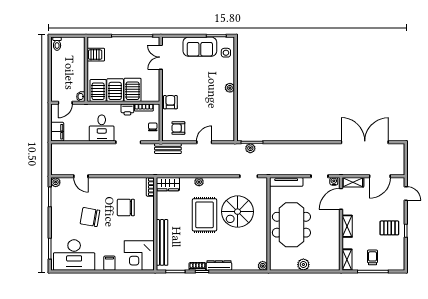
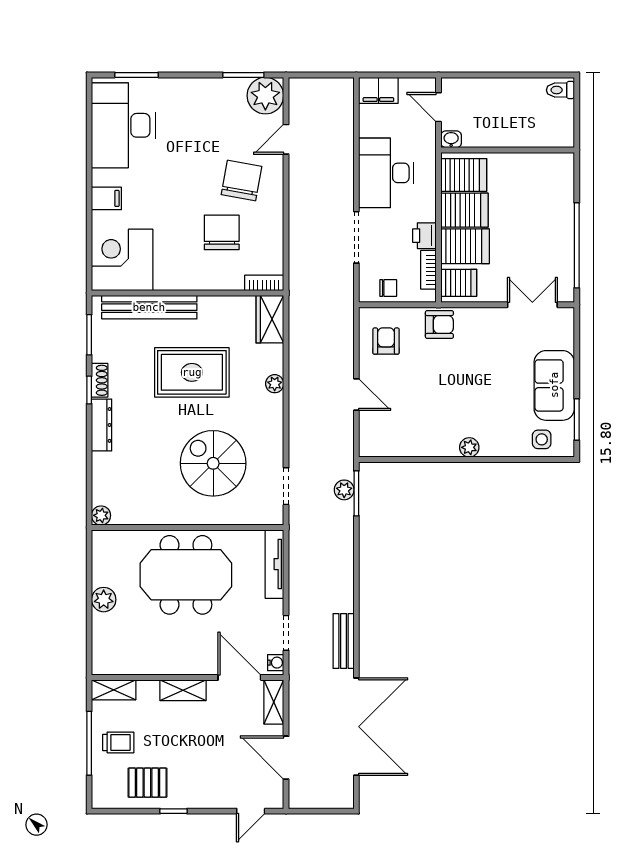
server rack: (96, 55) -> (459, 283), moved, turned -90
desk: (102, 128) -> (386, 173), width x1.37
bench: (168, 149) -> (344, 641), moved
plant: (56, 182) -> (265, 96), width x1.87, depth x1.87
rug: (204, 215) -> (192, 372), moved
chair: (90, 217) -> (242, 180), moved
pallet: (389, 228) -> (147, 783), moved, turned 90

